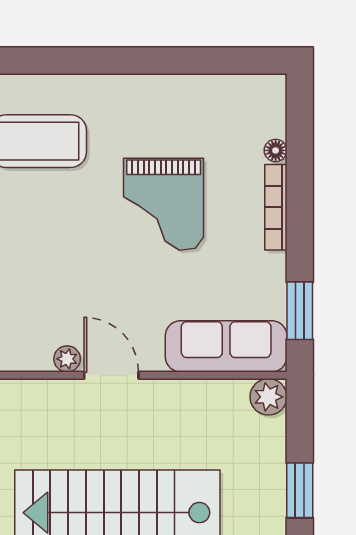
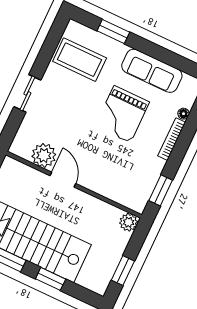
window: (76, 60) -> (113, 32), added
sofa: (226, 346) -> (152, 71), moved, turned 180
plant: (67, 359) -> (44, 155), width x1.88, depth x1.88

